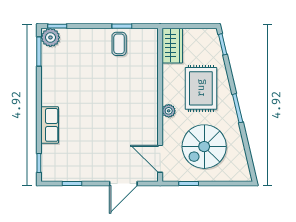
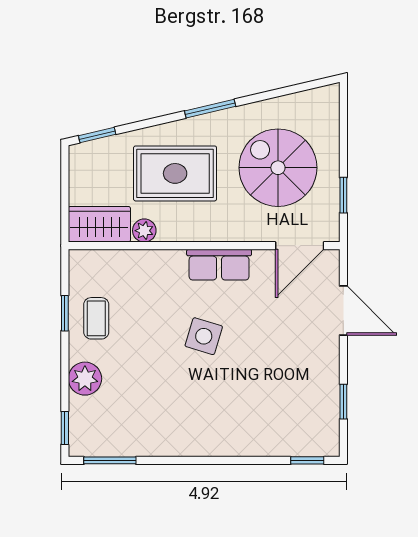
plant: (50, 37) -> (85, 379), moved
coffee table: (119, 44) -> (96, 318), turned 90
side table: (109, 105) -> (204, 336), added
plant: (169, 111) -> (144, 231), moved
row of seats: (50, 125) -> (219, 265), moved, turned 180
spiral stairs: (204, 147) -> (278, 168), turned 180

